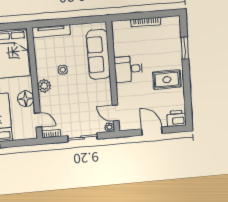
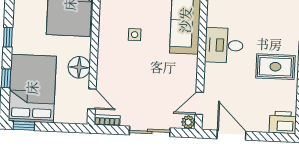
plant: (44, 86) -> (107, 53), removed
door: (116, 113) -> (199, 103), hinge flipped
door: (152, 131) -> (231, 135), moved

